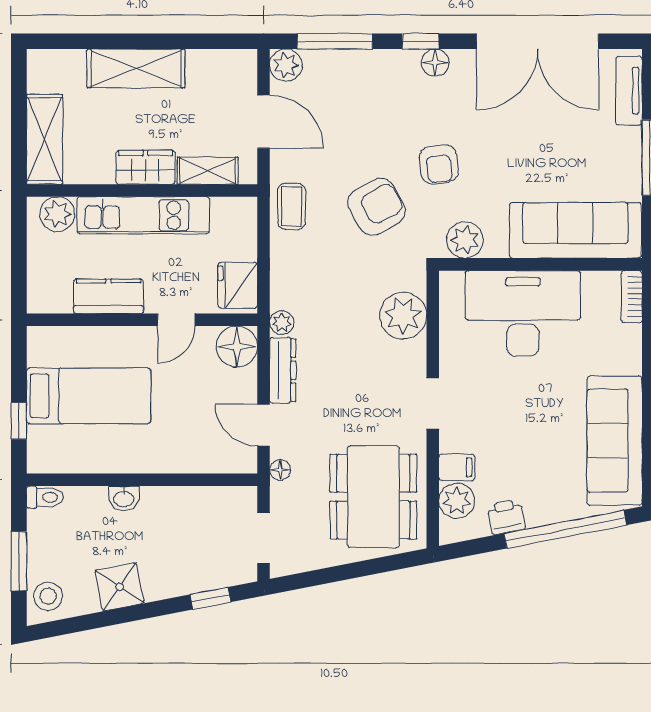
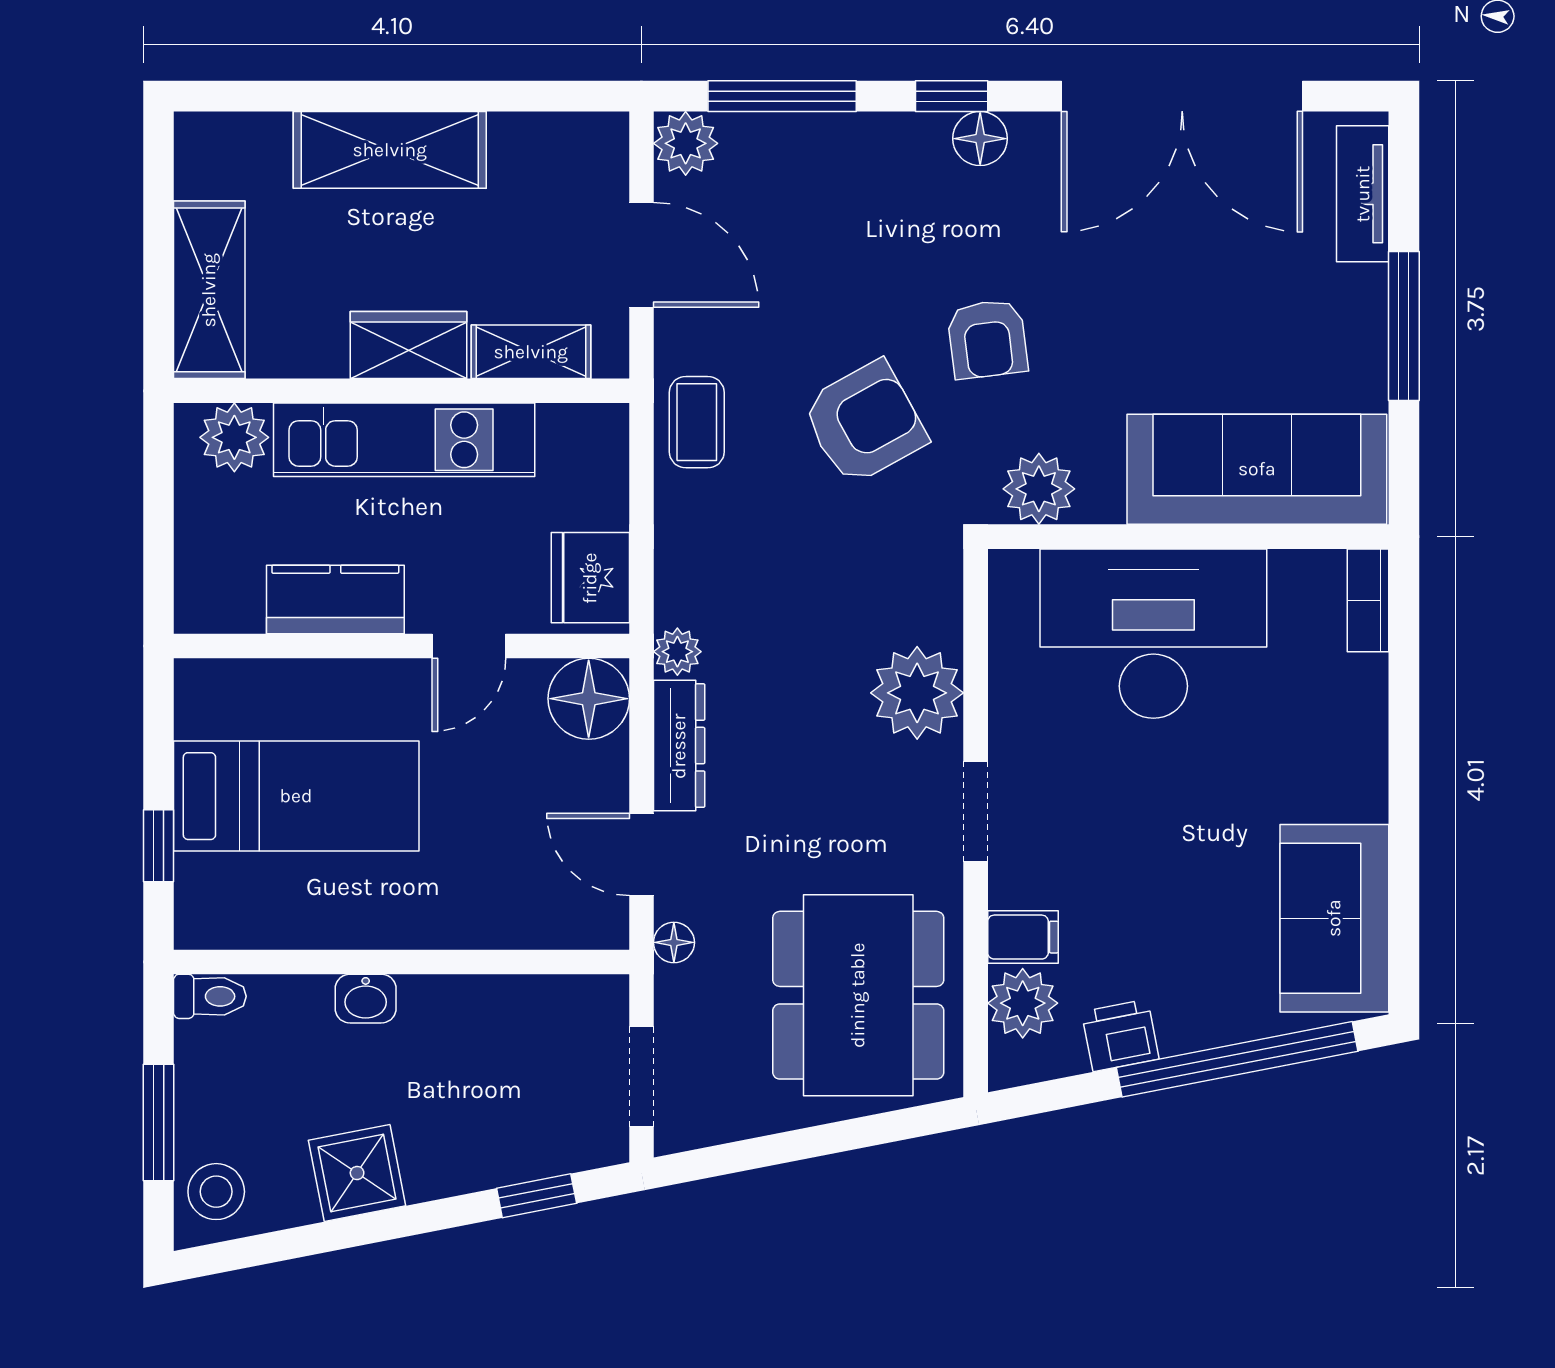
plant: (403, 316) -> (917, 693), moved
sofa: (615, 441) -> (1334, 918), width x0.73

